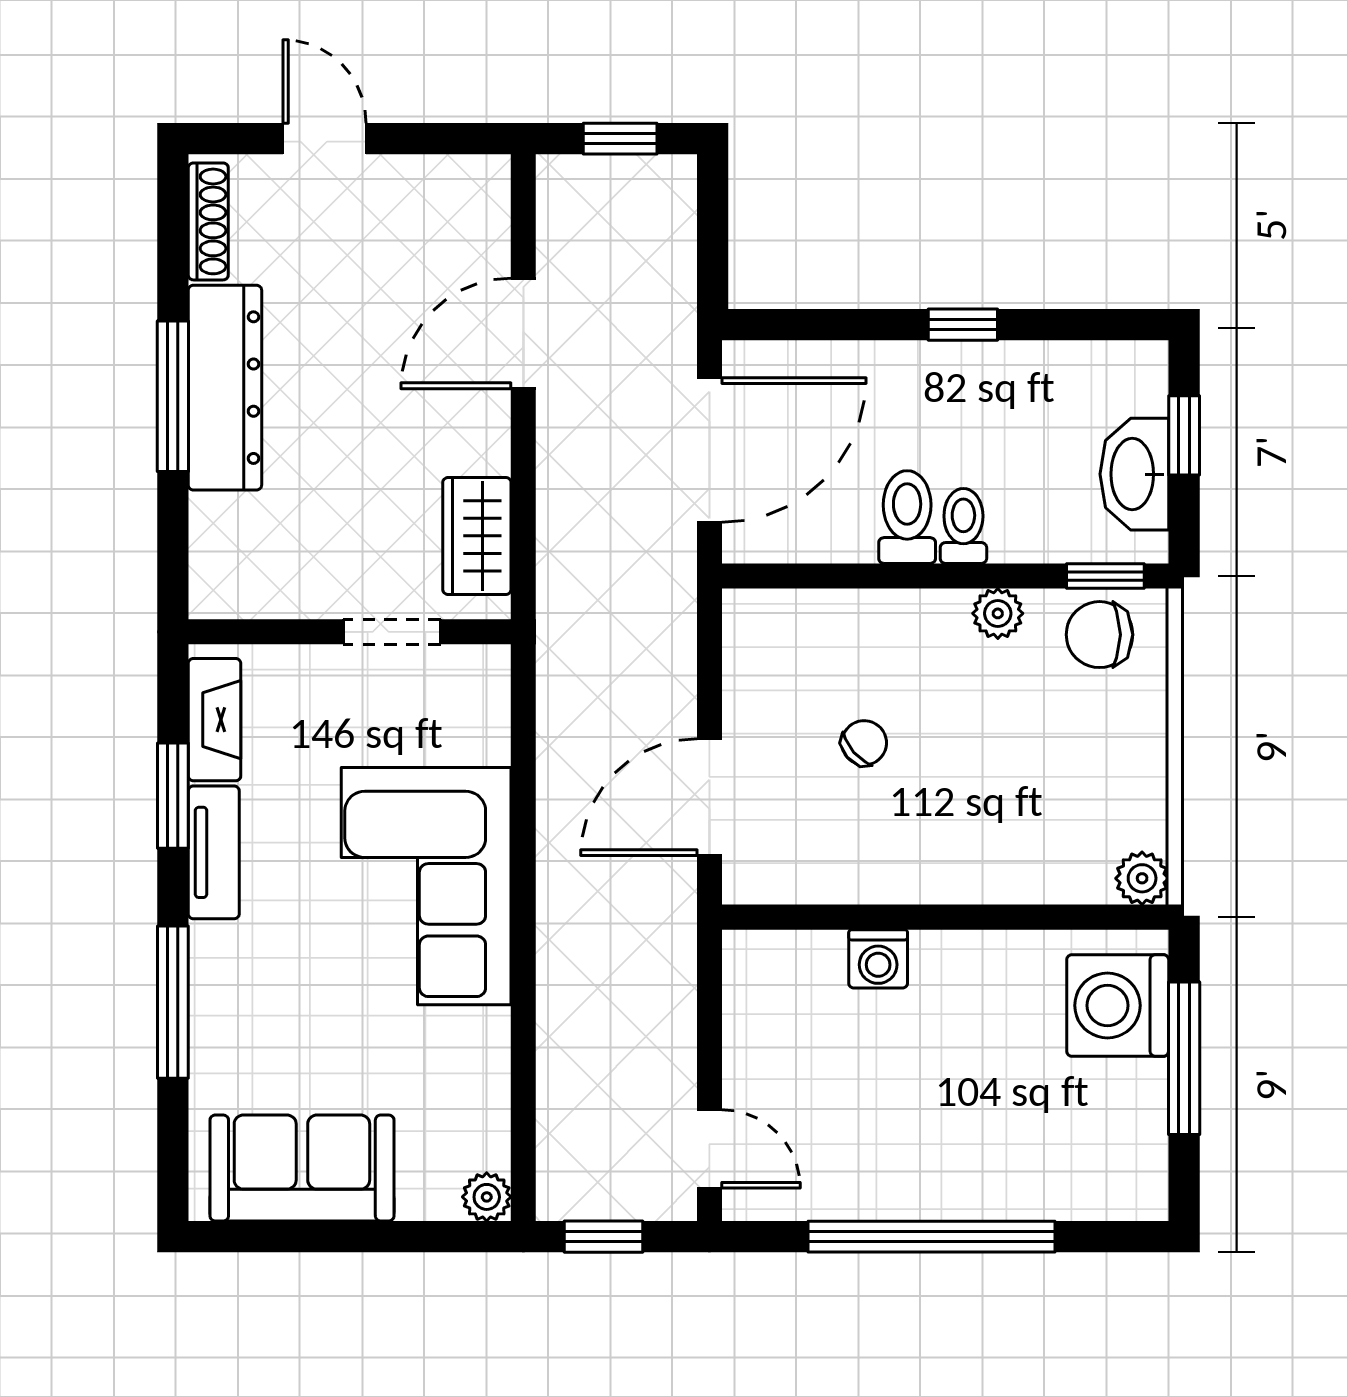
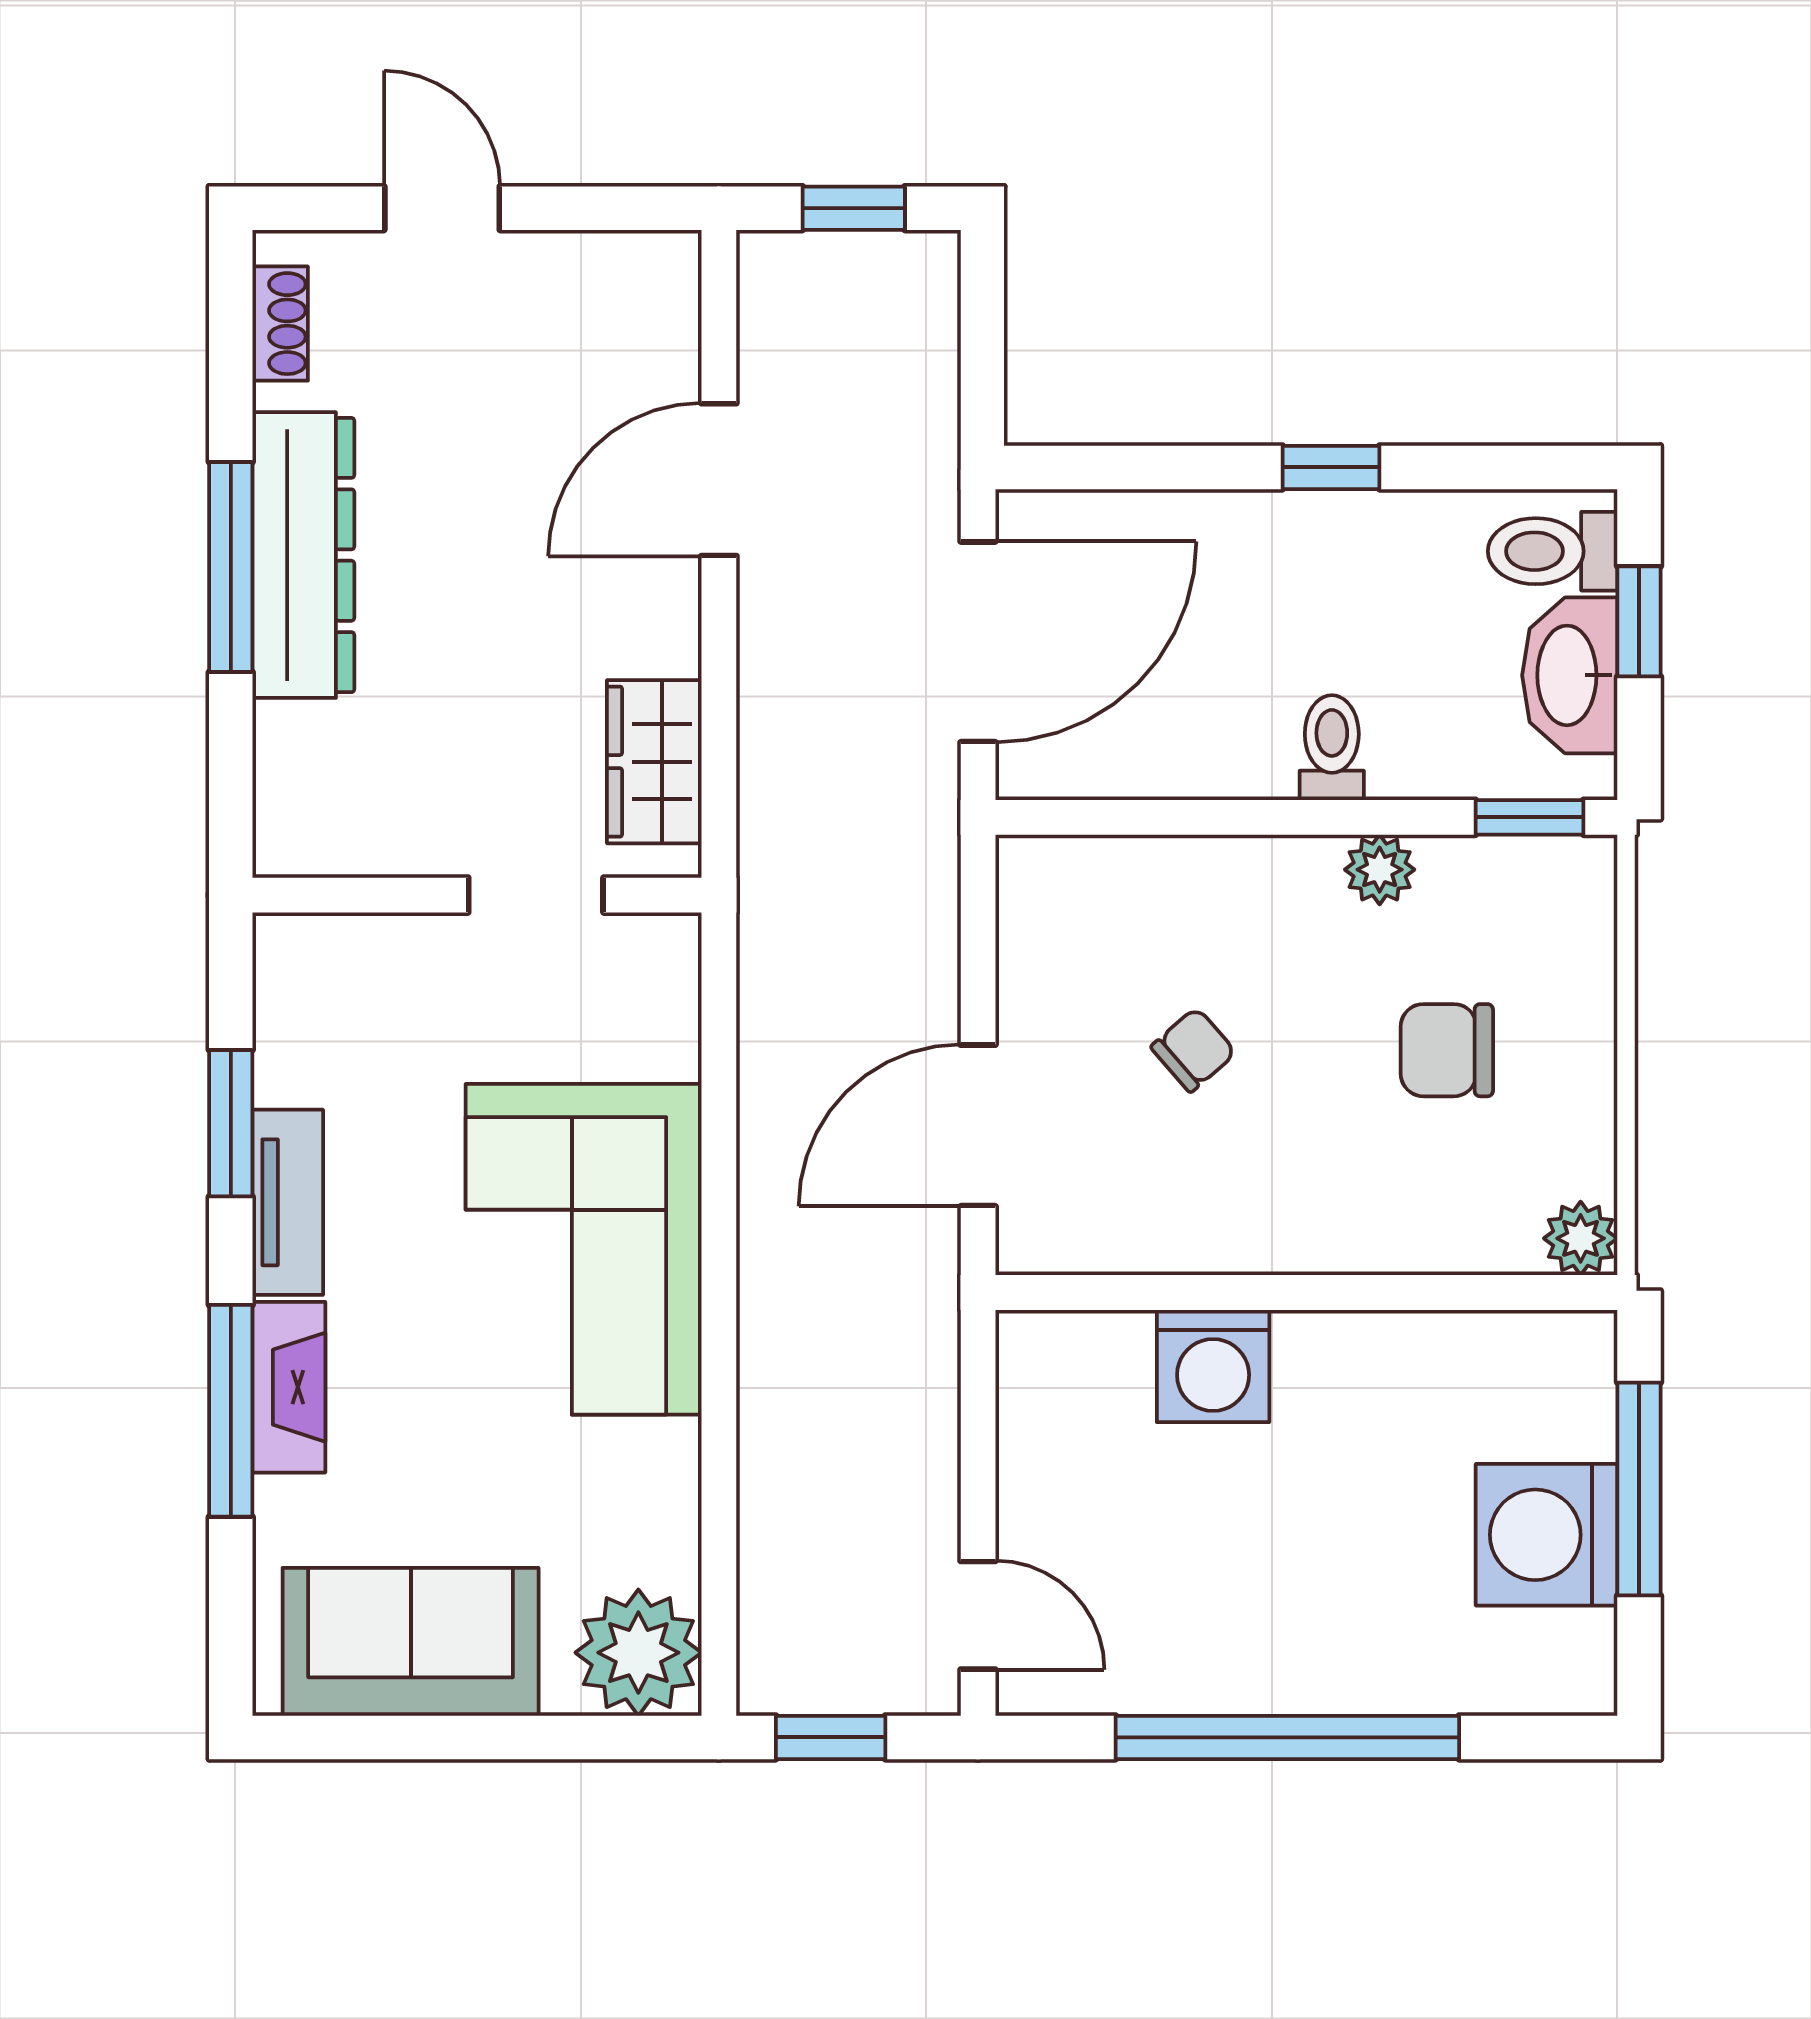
shoe rack: (208, 221) -> (280, 324), width x0.70
toilet: (907, 517) -> (1553, 551), moved, turned -90
chair: (1099, 635) -> (1447, 1050), moved
fireplace: (215, 720) -> (289, 1387), moved
washing machine: (878, 959) -> (1213, 1366), width x1.38, depth x1.38
washing machine: (1118, 1005) -> (1547, 1535), moved
plant: (487, 1197) -> (638, 1653), width x1.87, depth x1.87

